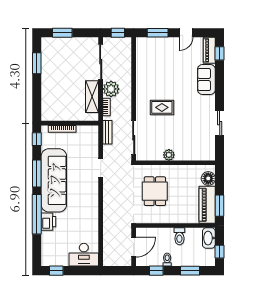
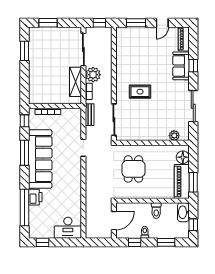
window: (220, 53) -> (193, 66), moved
sliding door: (220, 123) -> (193, 106), width x1.37
plant: (169, 155) -> (174, 135), moved
window: (37, 214) -> (24, 207), moved

